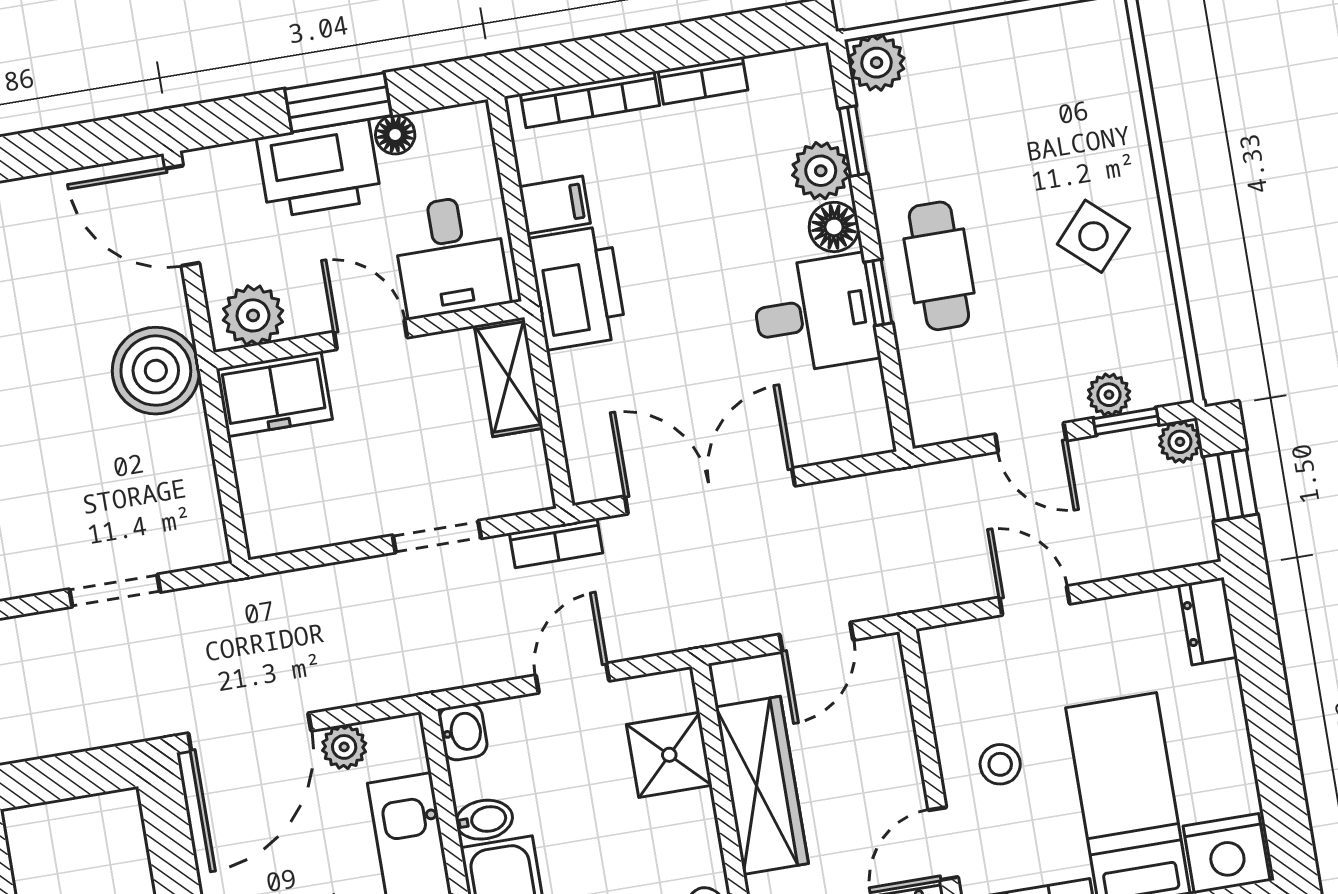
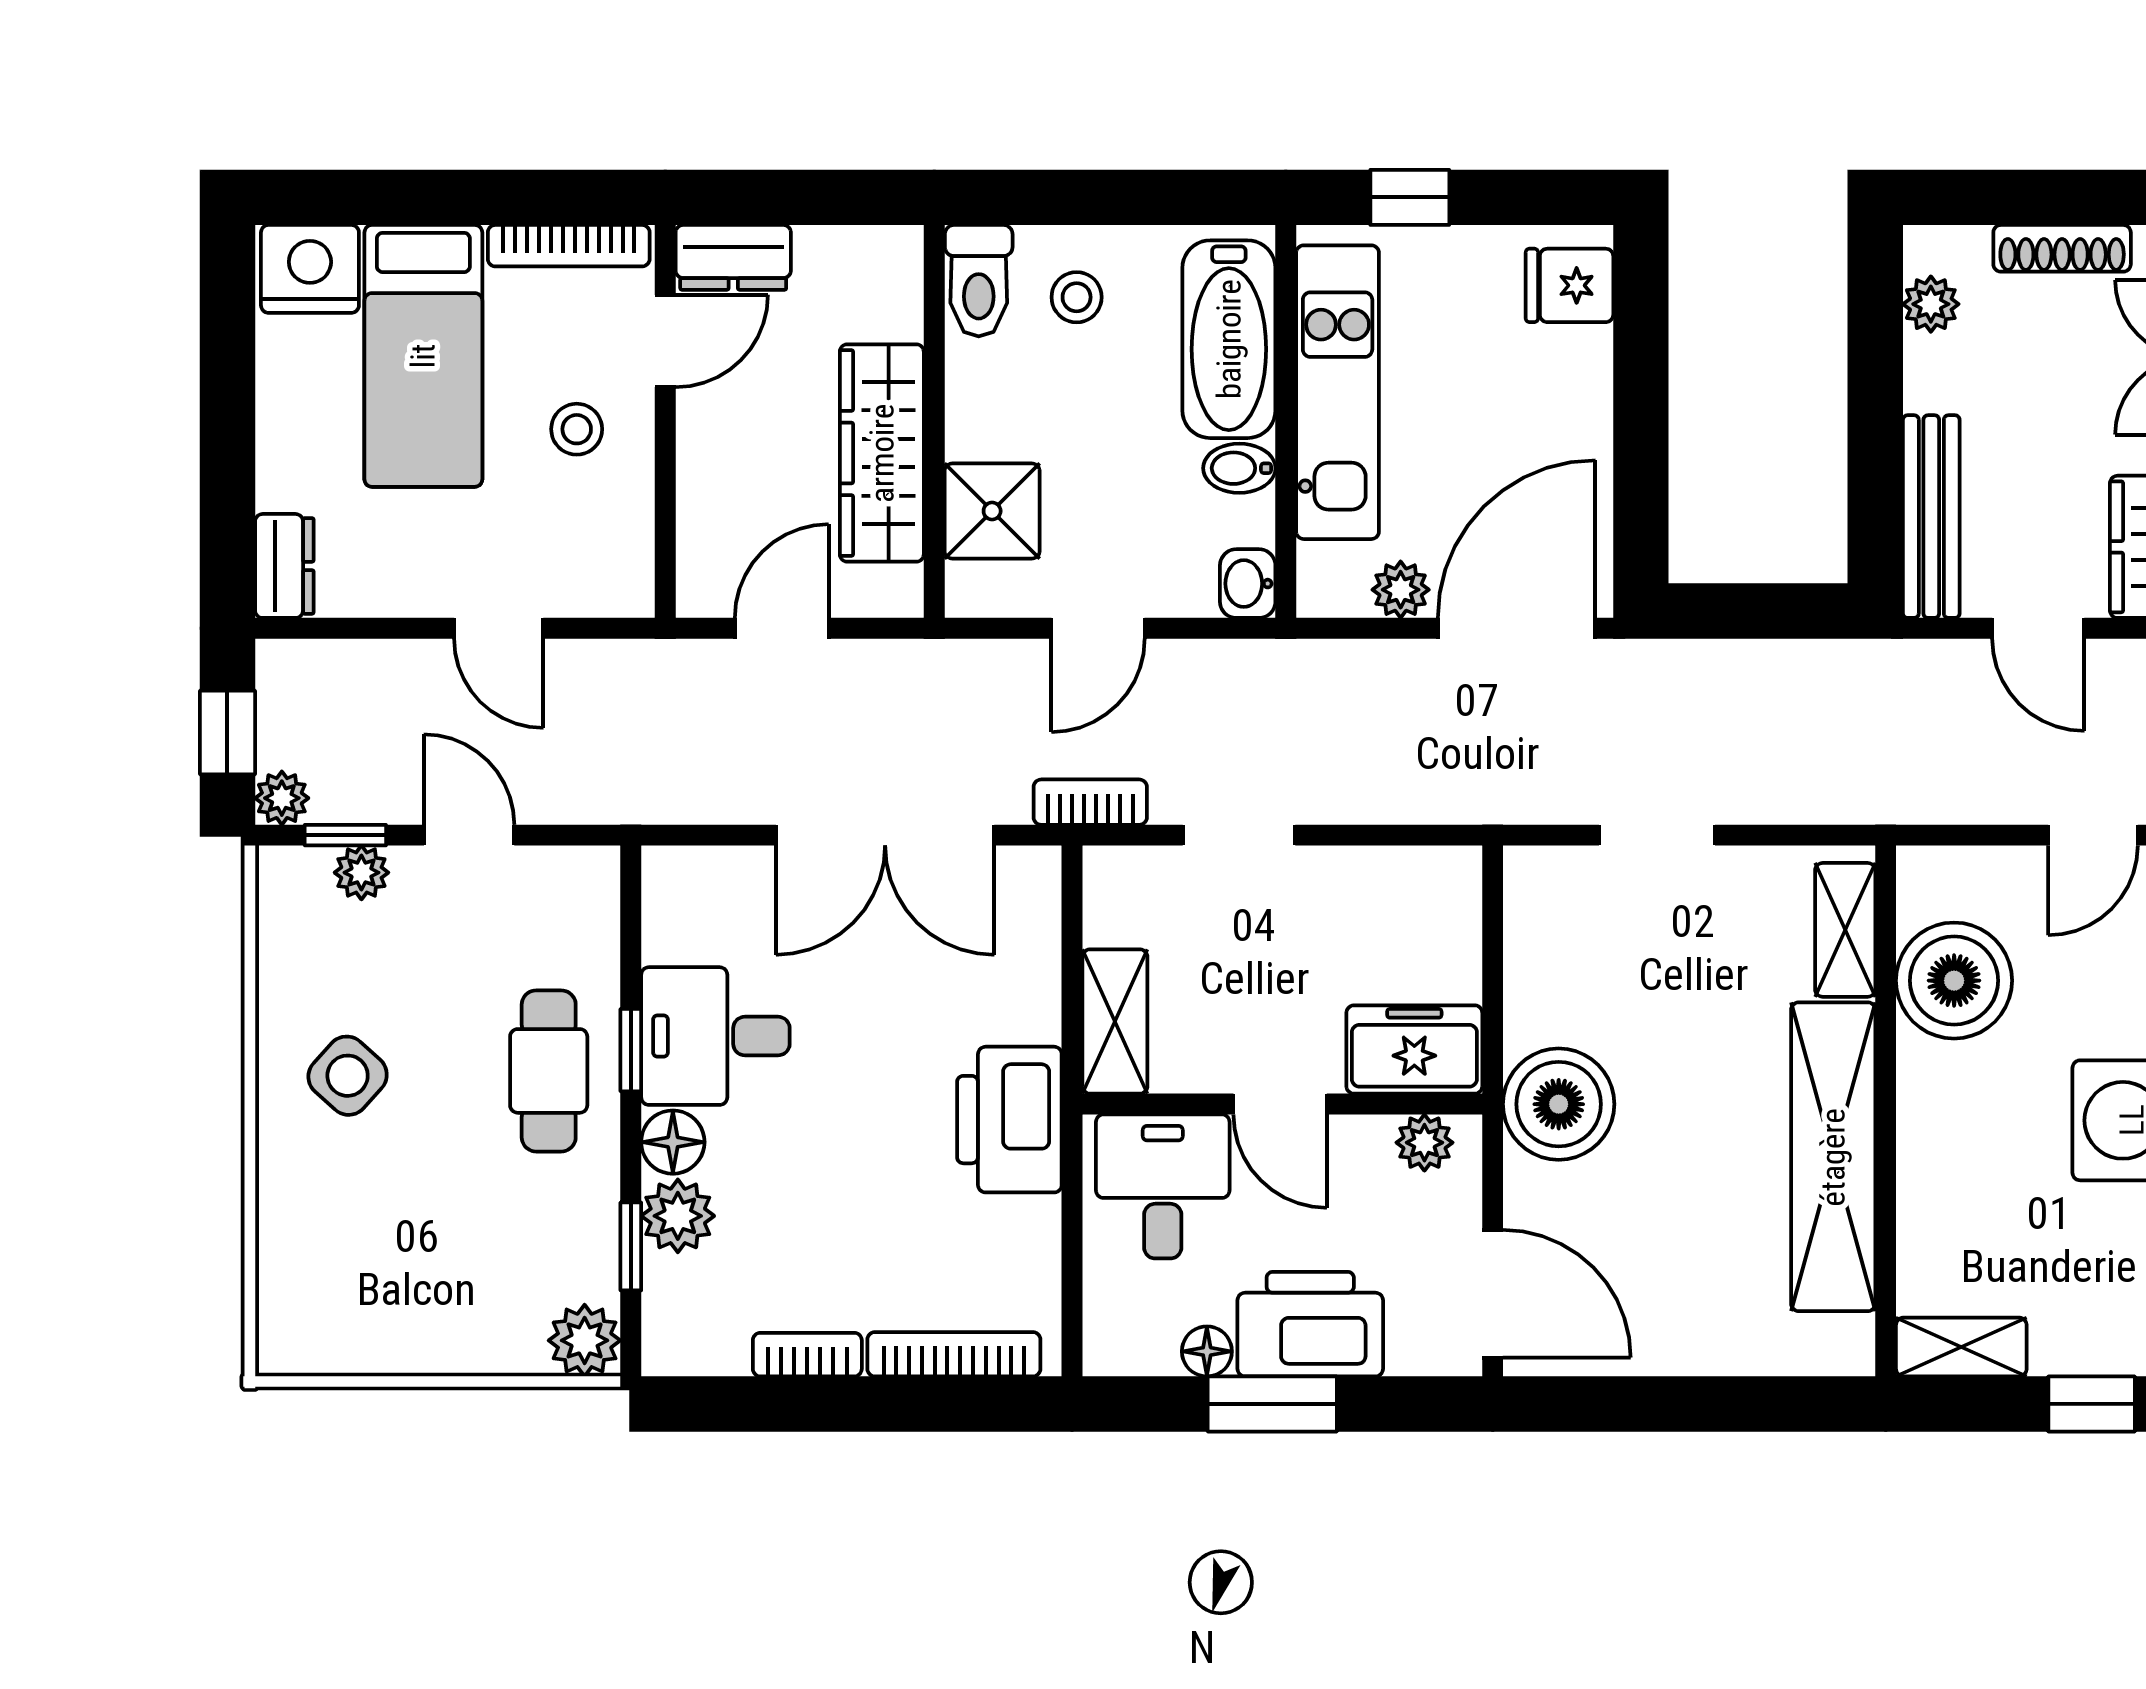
filing cabinet: (555, 205) -> (1021, 1229), removed
plant: (253, 315) -> (1424, 1143), width x0.73, depth x0.73

